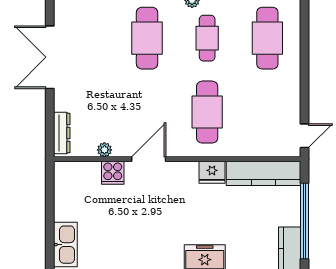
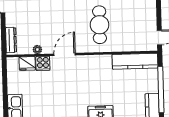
fridge: (212, 172) -> (27, 63), moved

